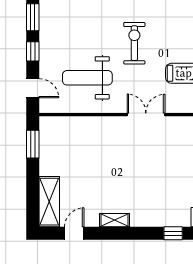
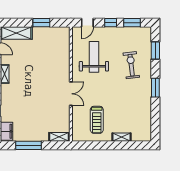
exercise bike: (134, 43) -> (131, 65), moved, turned -97
window: (33, 144) -> (41, 23), moved

